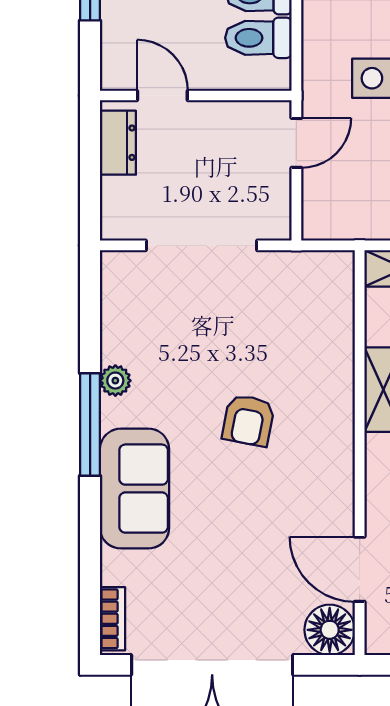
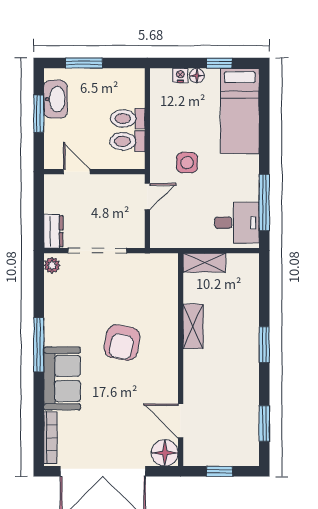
dresser: (118, 143) -> (53, 231), moved
plant: (115, 381) -> (52, 265), moved
armchair: (248, 420) -> (122, 343), width x1.38, depth x1.38
bookcase: (113, 619) -> (51, 438), width x1.56

